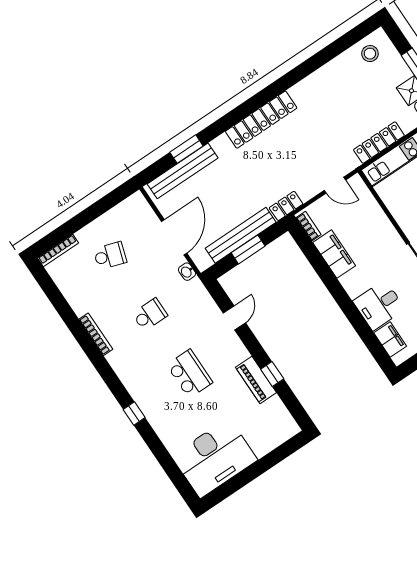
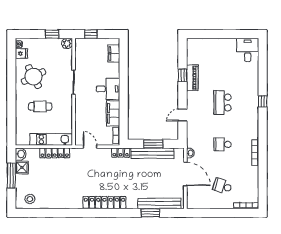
door: (174, 237) -> (185, 174), swing flipped
desk: (379, 305) -> (108, 89), moved
desk: (214, 458) -> (248, 50), width x0.53, depth x0.77

